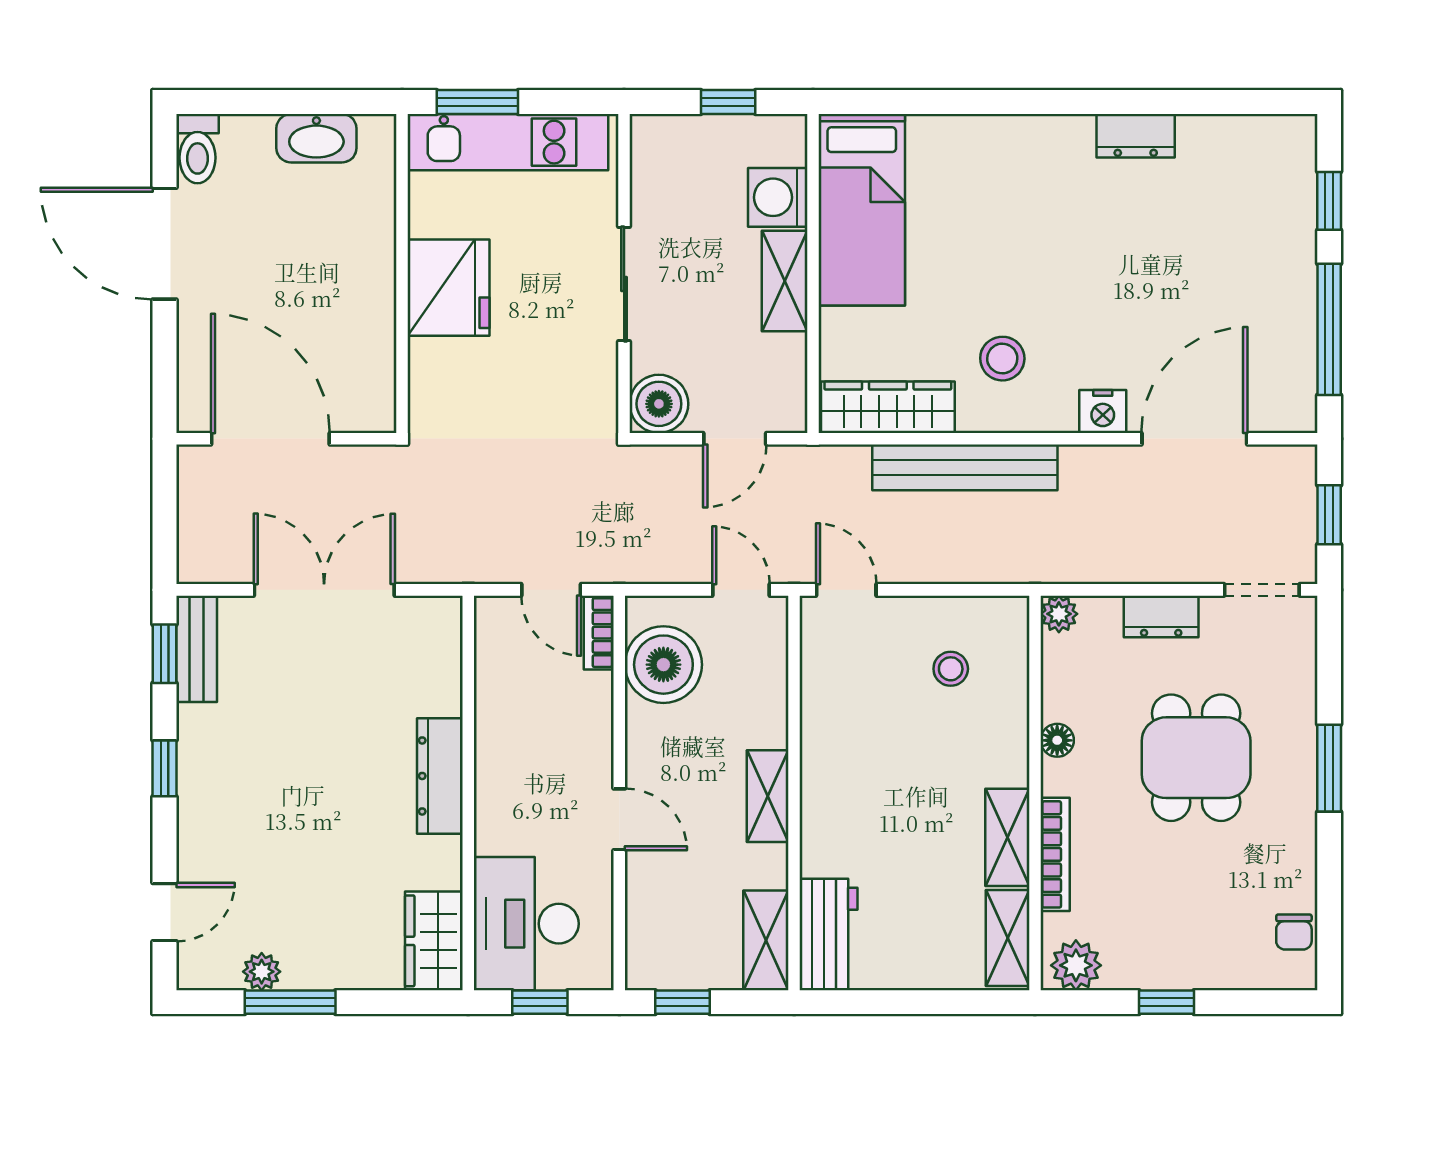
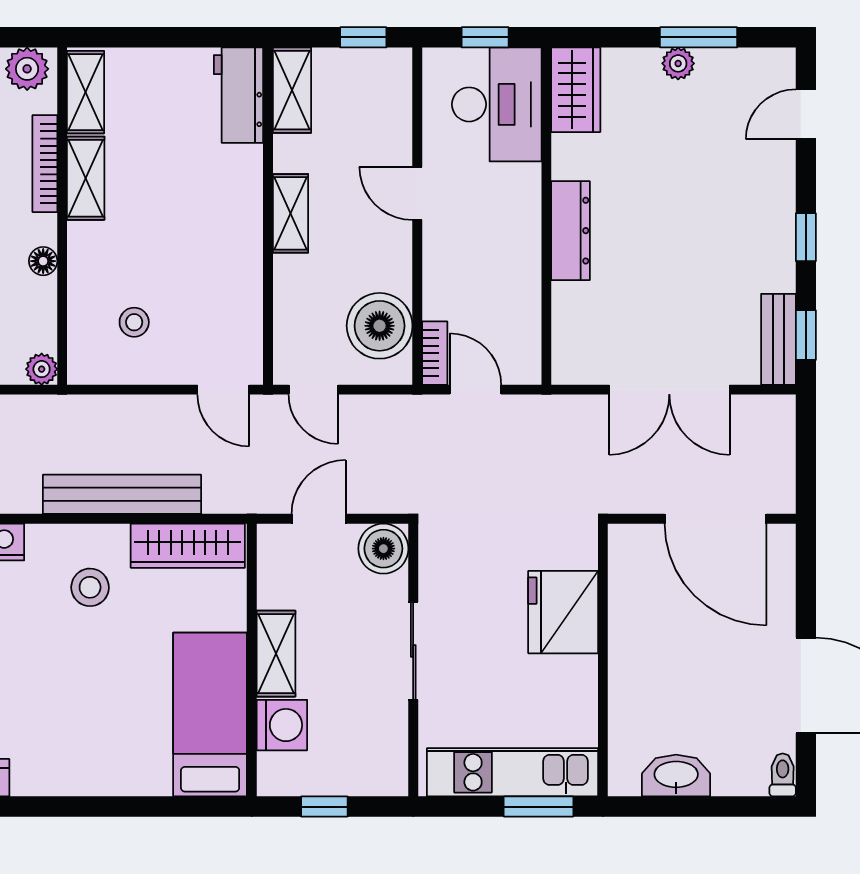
toilet: (197, 149) -> (783, 775), width x0.73, depth x0.72
fridge: (449, 288) -> (563, 612), moved
plant: (262, 972) -> (678, 63), moved

